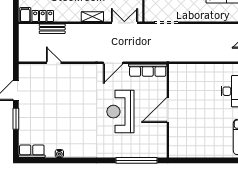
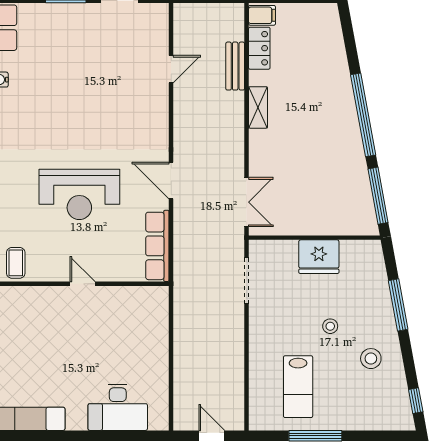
shelving: (92, 17) -> (258, 107), moved
door: (168, 110) -> (83, 284), width x0.53
reception desk: (120, 112) -> (79, 194), turned 180
coffee table: (157, 145) -> (16, 263), added

